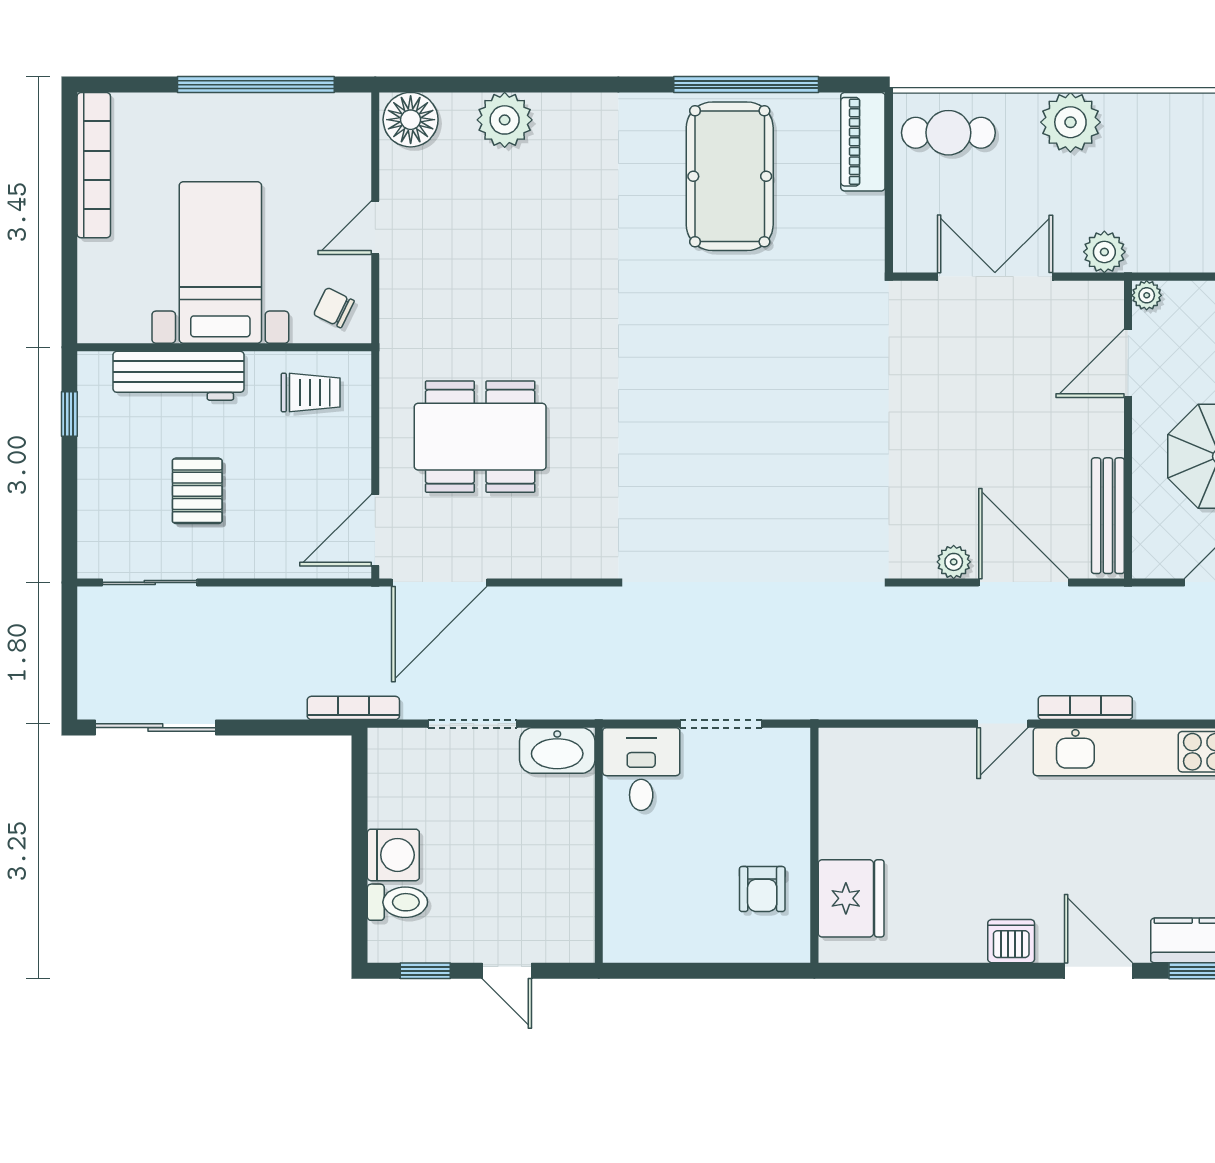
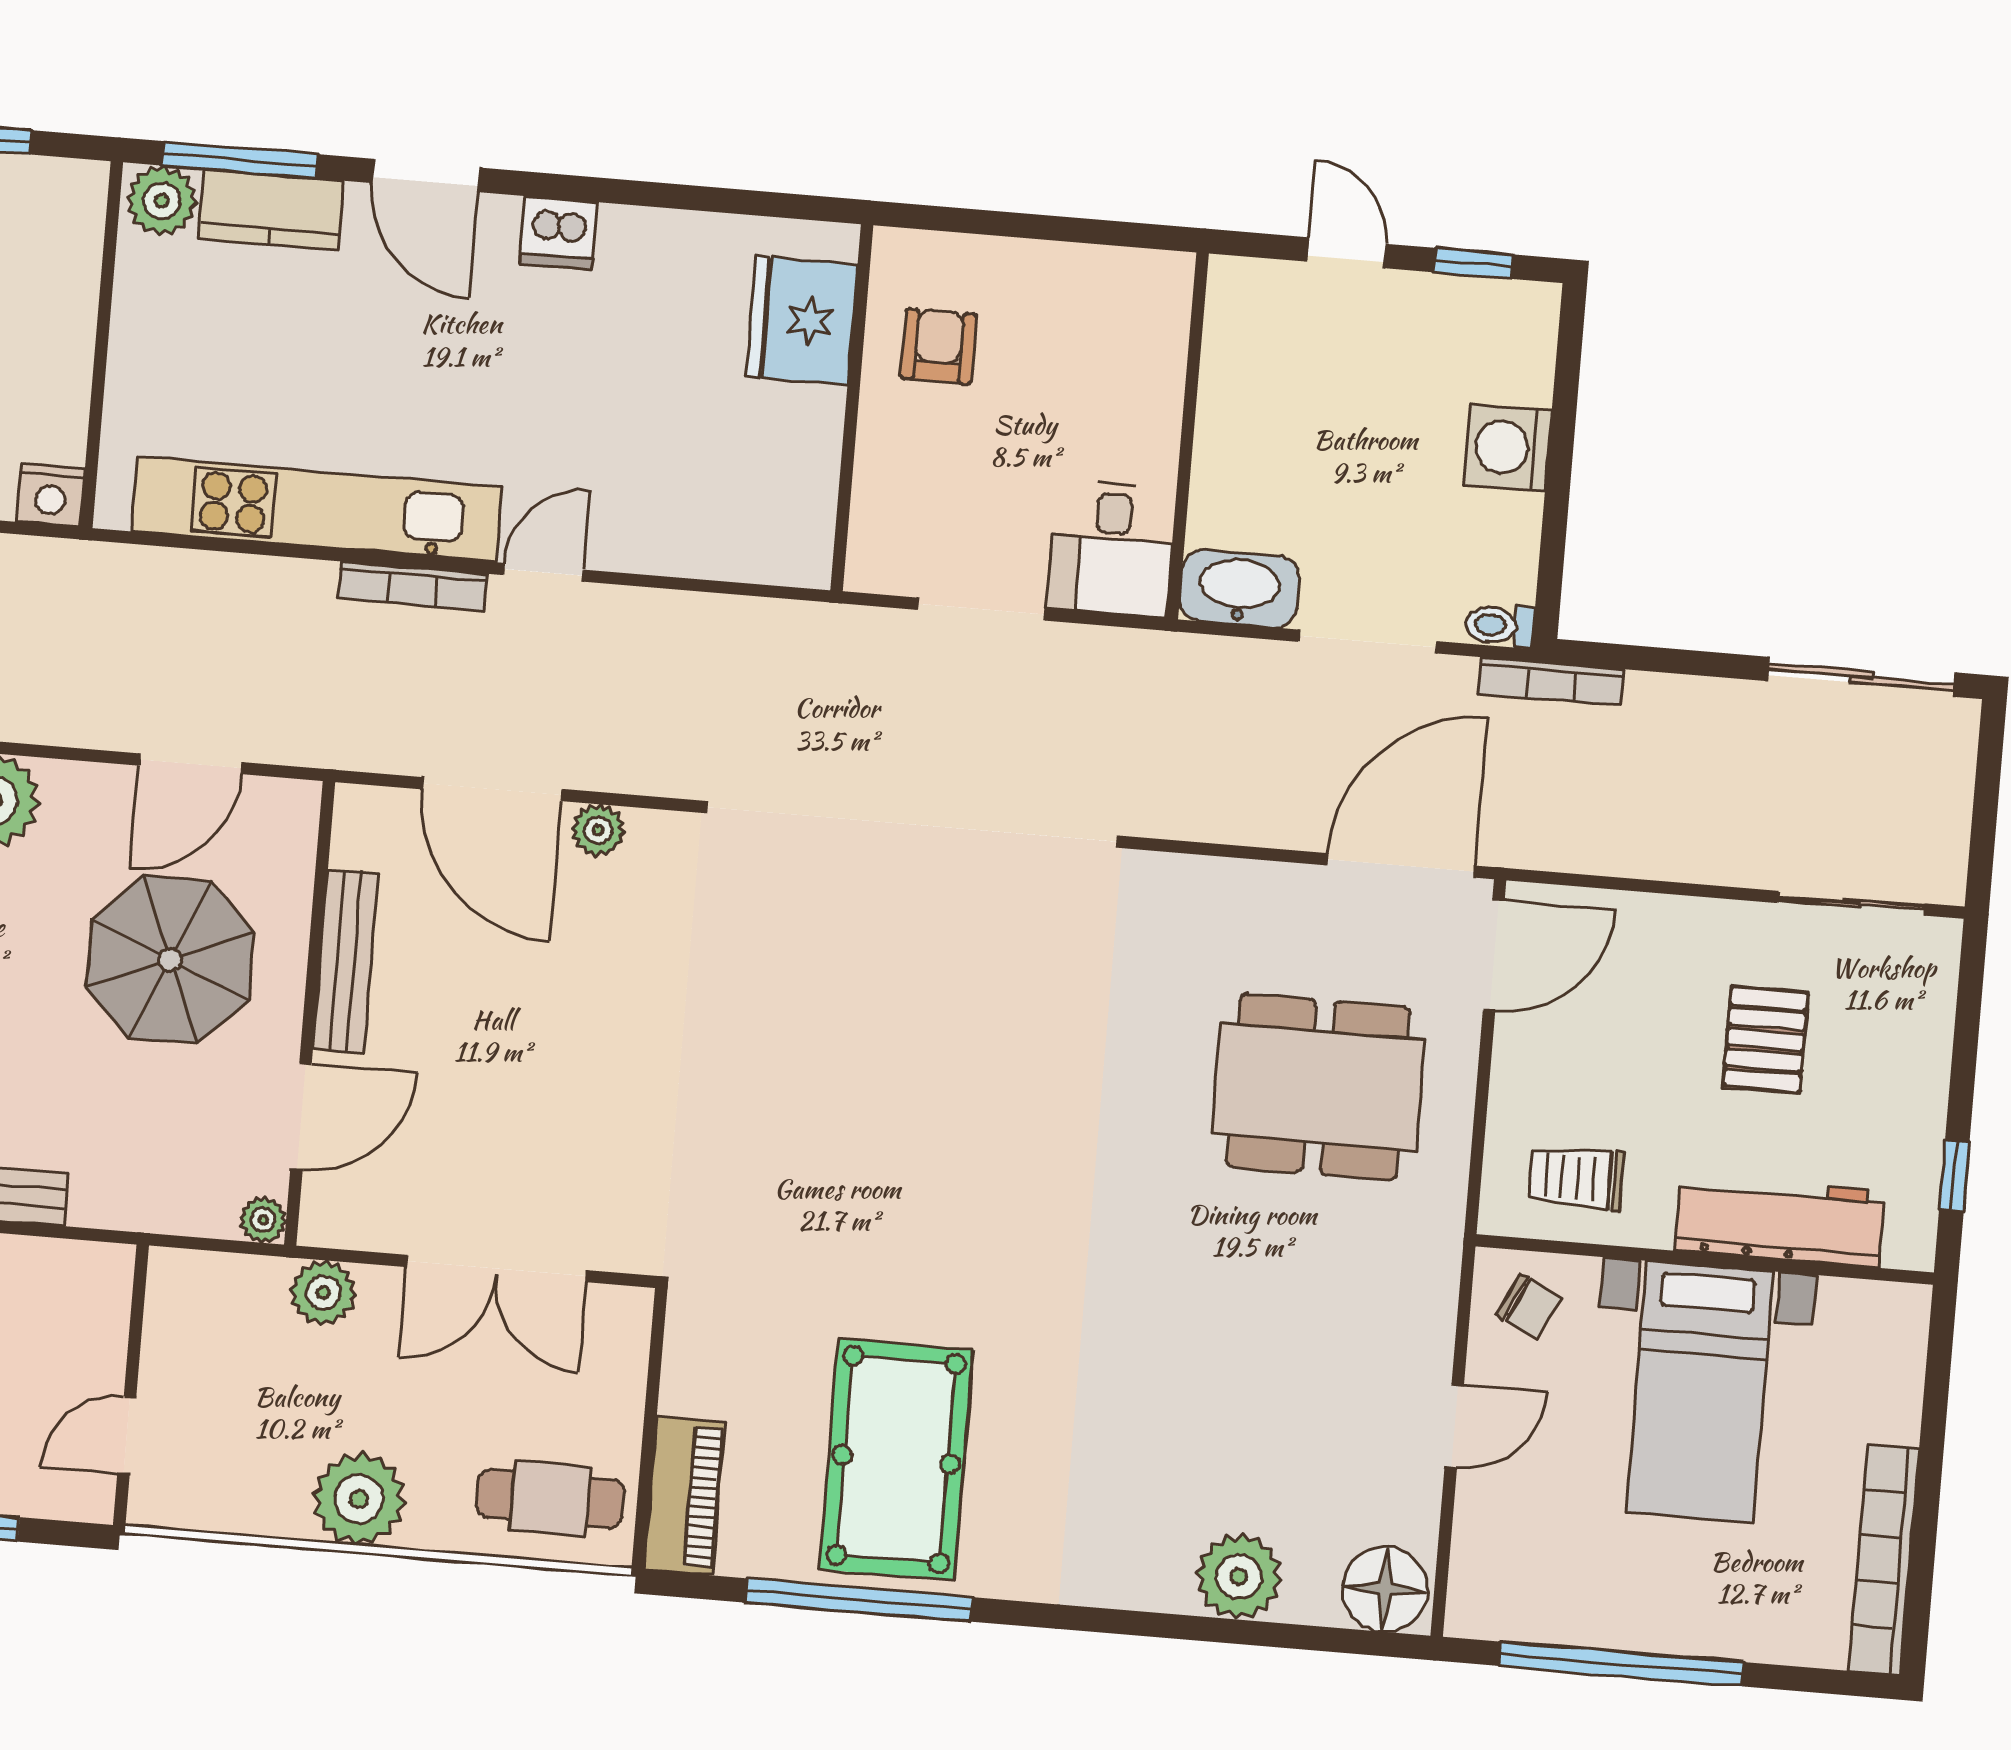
bench: (1108, 516) -> (346, 961), moved
toilet: (397, 902) -> (1500, 626), moved, width x0.73, depth x0.72

